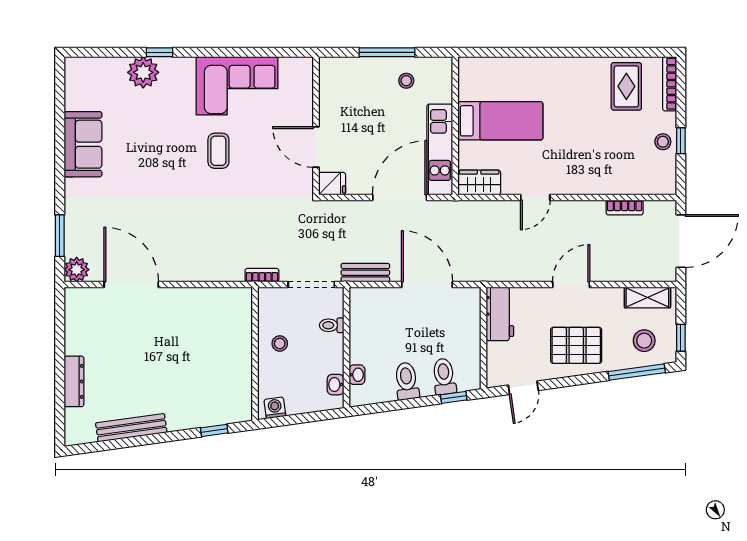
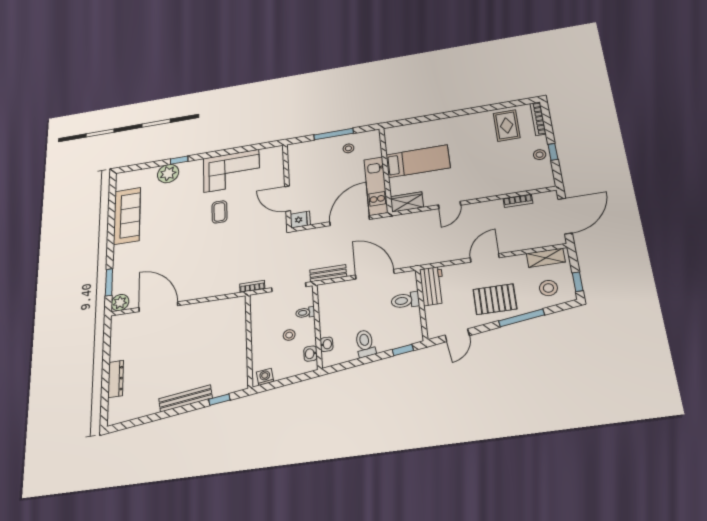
sofa: (83, 144) -> (127, 216), width x1.36
stool: (280, 343) -> (289, 335), moved
window: (637, 372) -> (522, 318), moved
toilet: (444, 376) -> (405, 300), moved, turned -82
bench: (131, 428) -> (185, 398), moved

